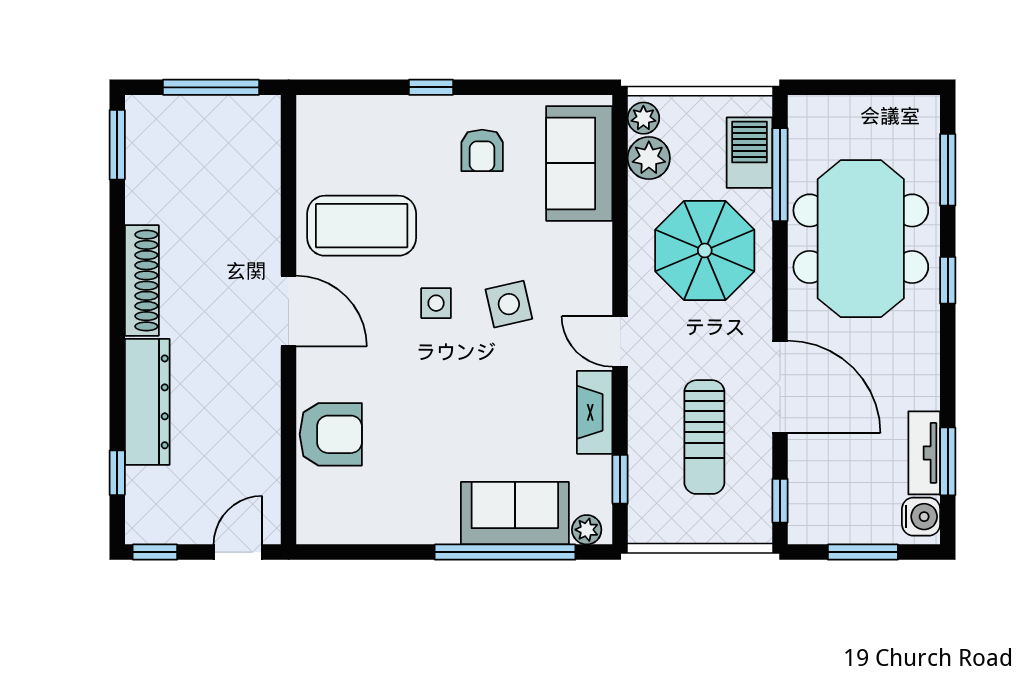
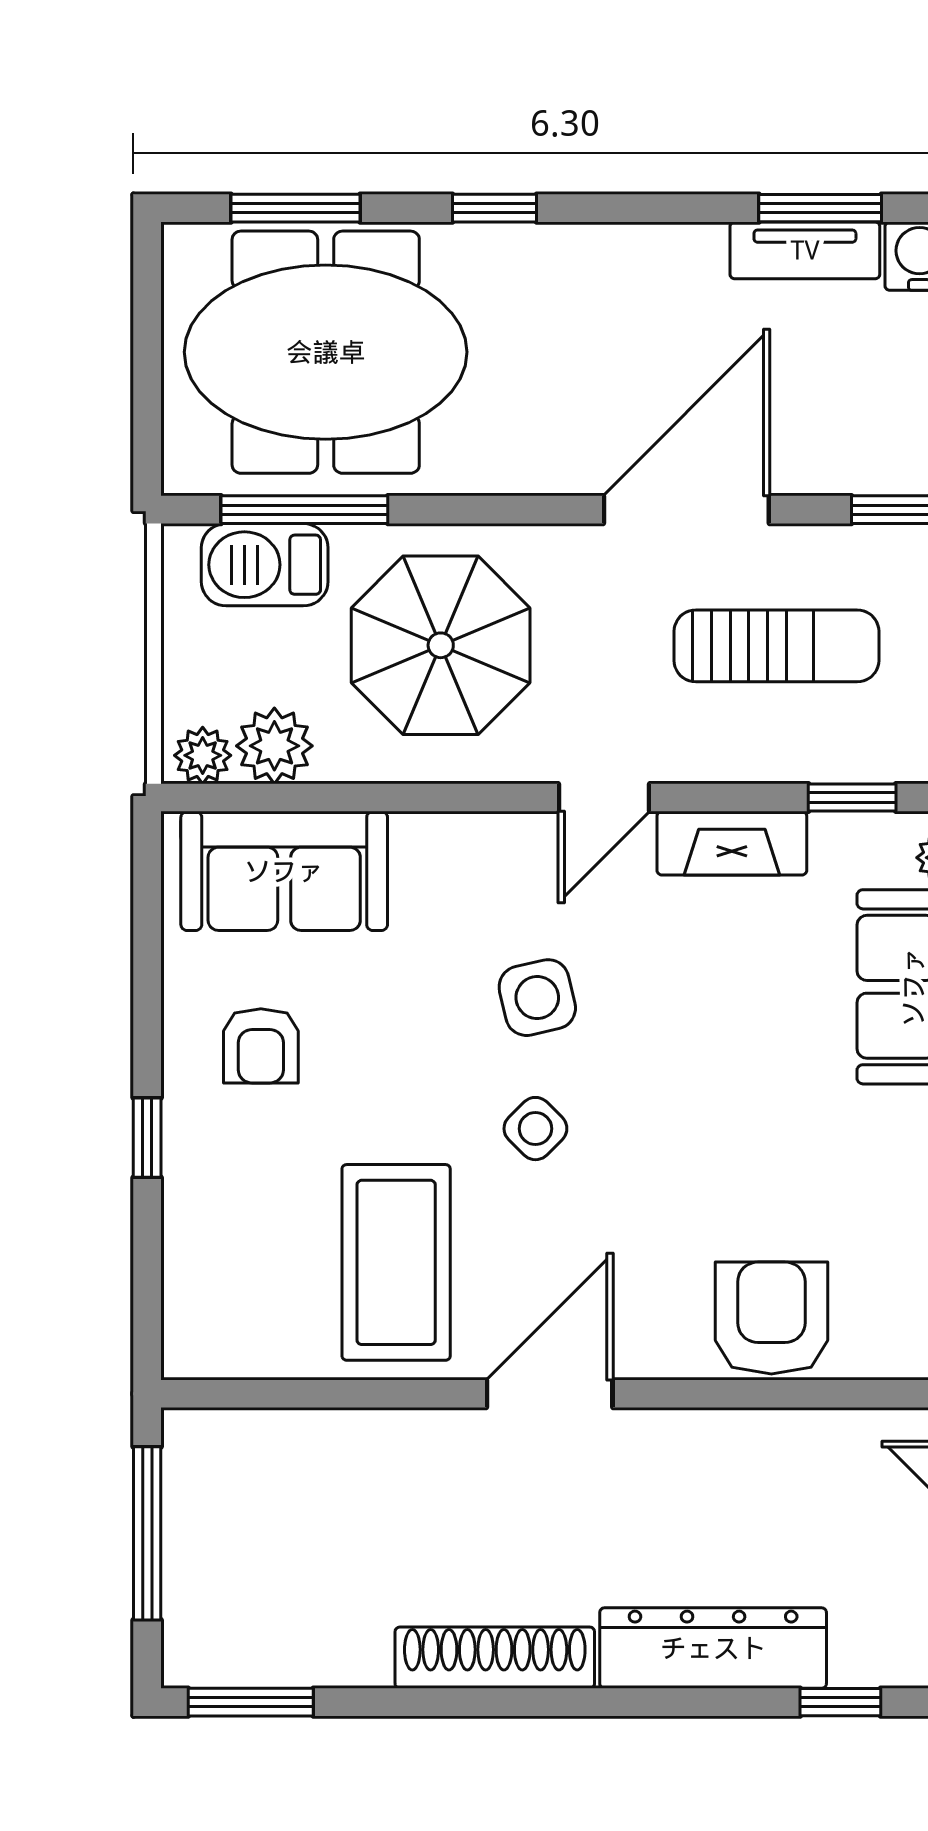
armchair: (482, 150) -> (261, 1046), turned 90
meeting table: (861, 239) -> (326, 352), moved
side table: (436, 303) -> (535, 1129), turned 45

